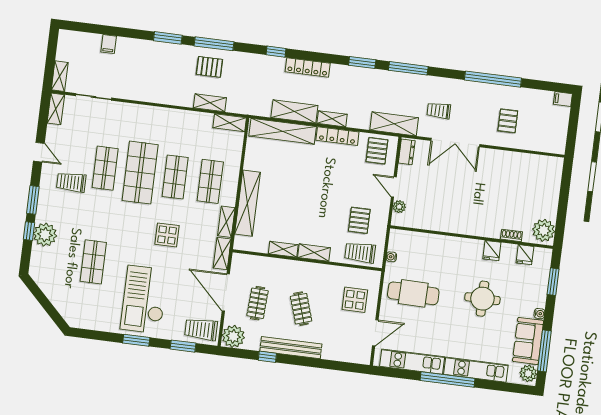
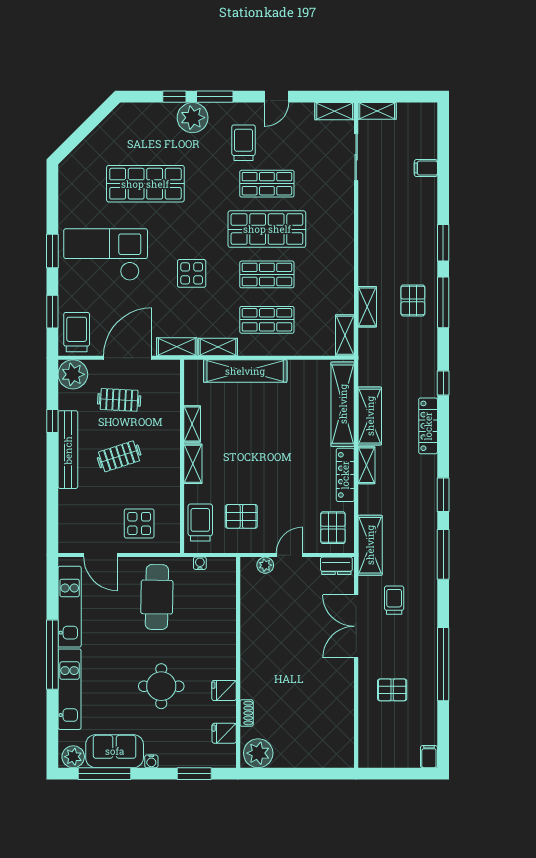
pallet: (377, 151) -> (333, 528), turned 90
plant: (45, 235) -> (193, 118), moved
shop shelf: (93, 262) -> (145, 184), width x1.43, depth x1.36

